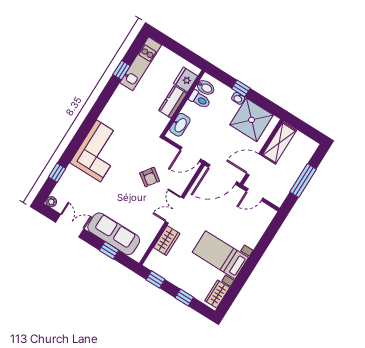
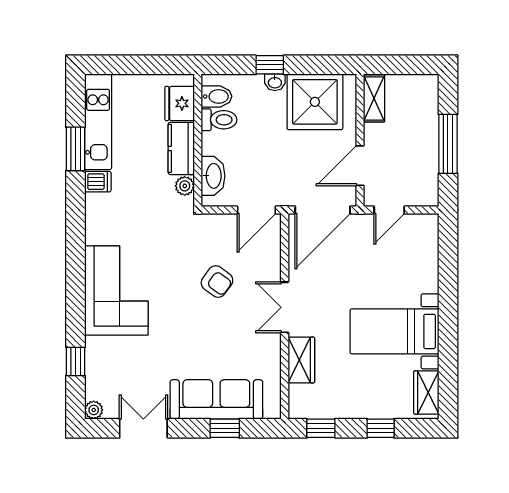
window: (122, 70) -> (75, 149), width x1.50
dishwasher: (122, 93) -> (98, 182), added
plant: (163, 121) -> (185, 186), added
shelving: (279, 143) -> (374, 98), width x0.67, depth x0.75

